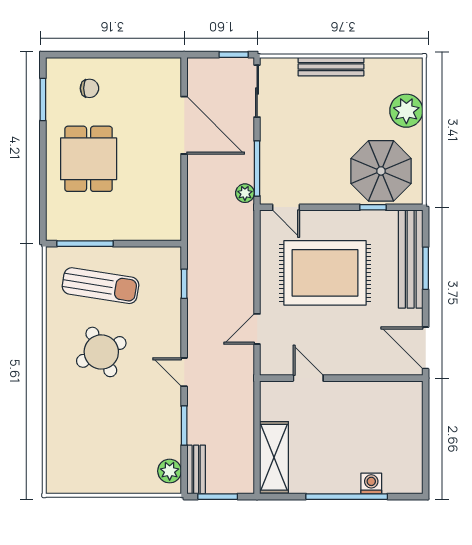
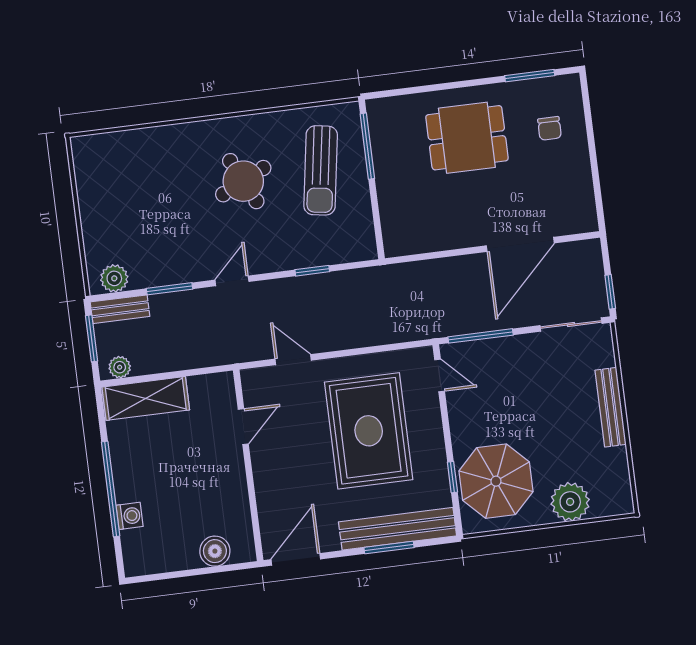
plant: (245, 193) -> (120, 367), moved
door: (286, 207) -> (440, 376), swing flipped
window: (184, 284) -> (312, 271), moved
boiler: (410, 415) -> (215, 551), added

